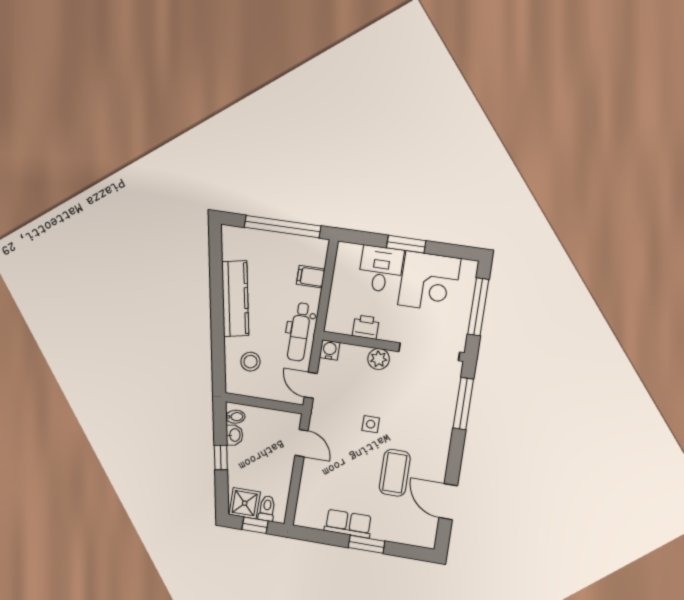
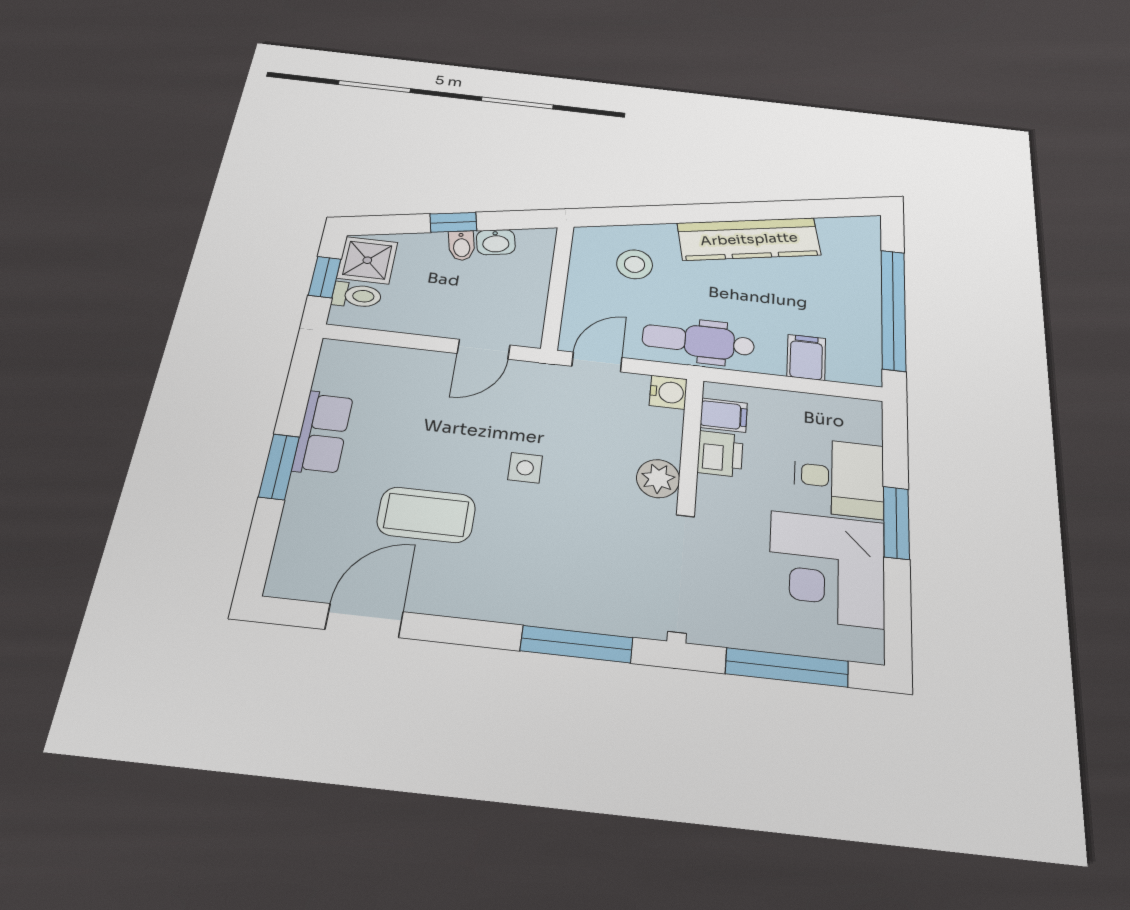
filing cabinet: (344, 323) -> (724, 415), added
bidet: (235, 417) -> (462, 246), moved

